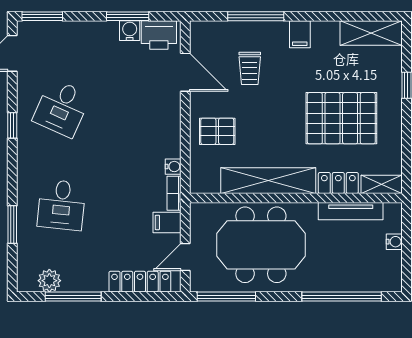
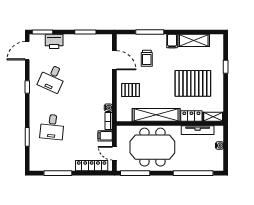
water cooler: (130, 31) -> (86, 39), removed
shelving: (371, 33) -> (194, 40), moved
printer: (159, 35) -> (54, 41), moved
door: (185, 257) -> (114, 153), hinge flipped
plant: (49, 281) -> (46, 165), removed

